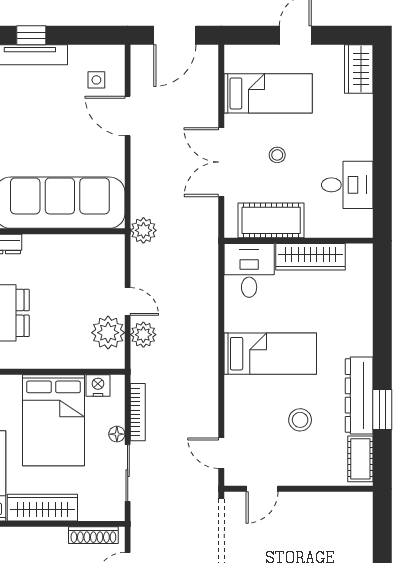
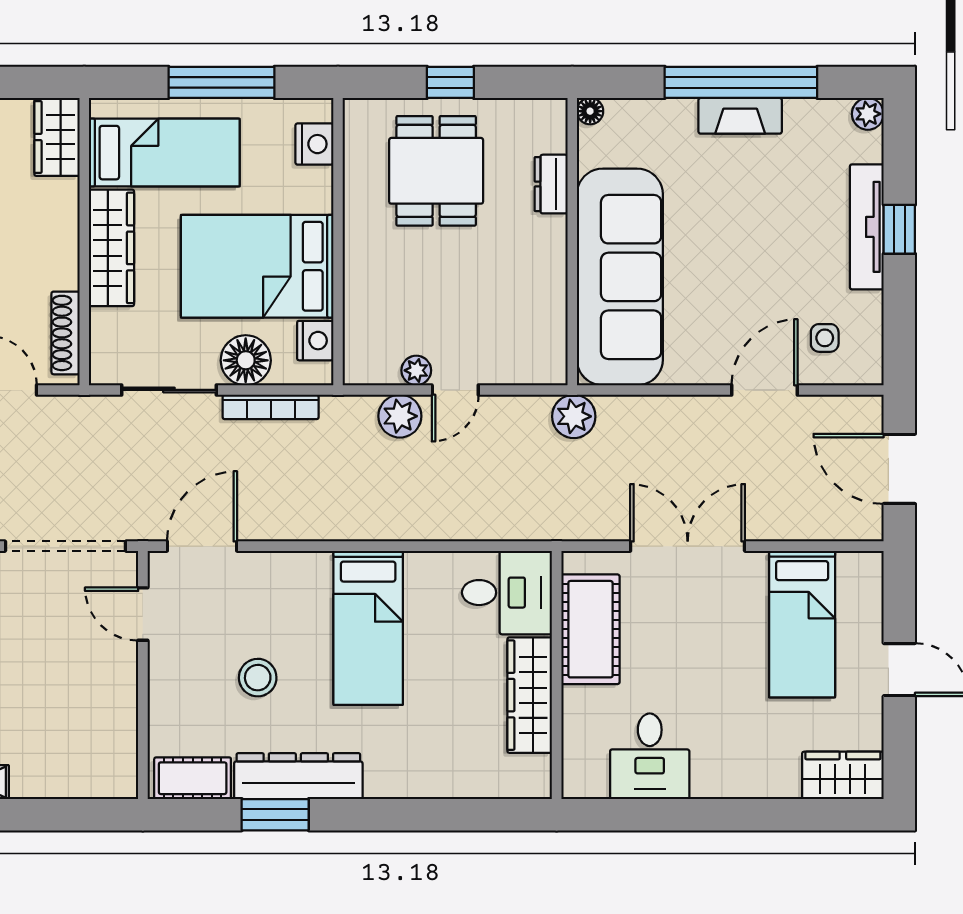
stool: (277, 155) -> (700, 639), removed
plant: (108, 333) -> (416, 370), width x0.53, depth x0.53
floor lamp: (117, 434) -> (246, 360), width x1.89, depth x1.89
door: (221, 453) -> (202, 546), width x1.38

